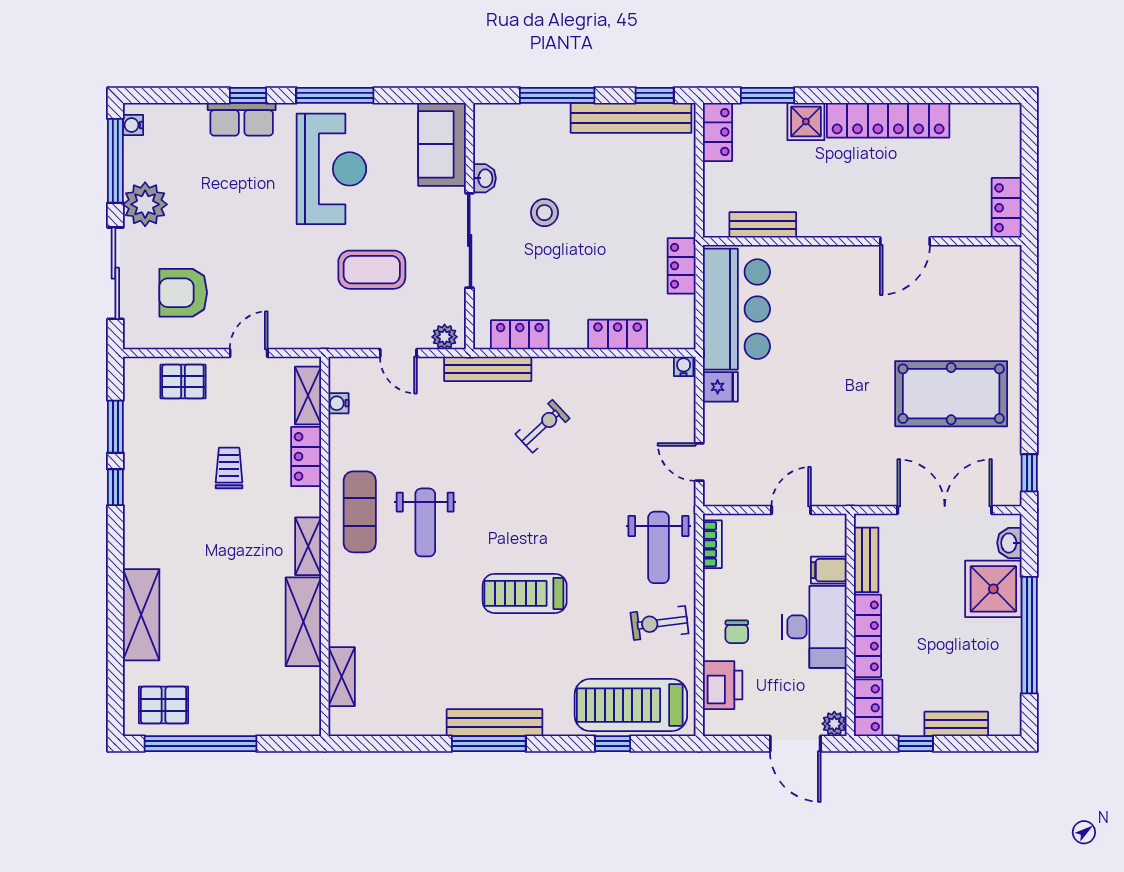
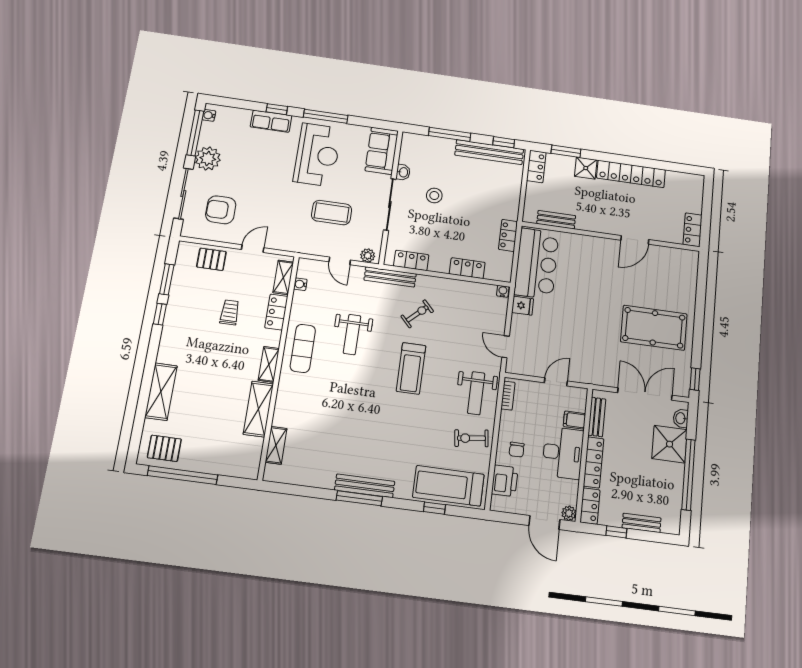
weight bench: (425, 522) -> (352, 335), moved
treadmill: (525, 593) -> (411, 368), moved, turned -90

